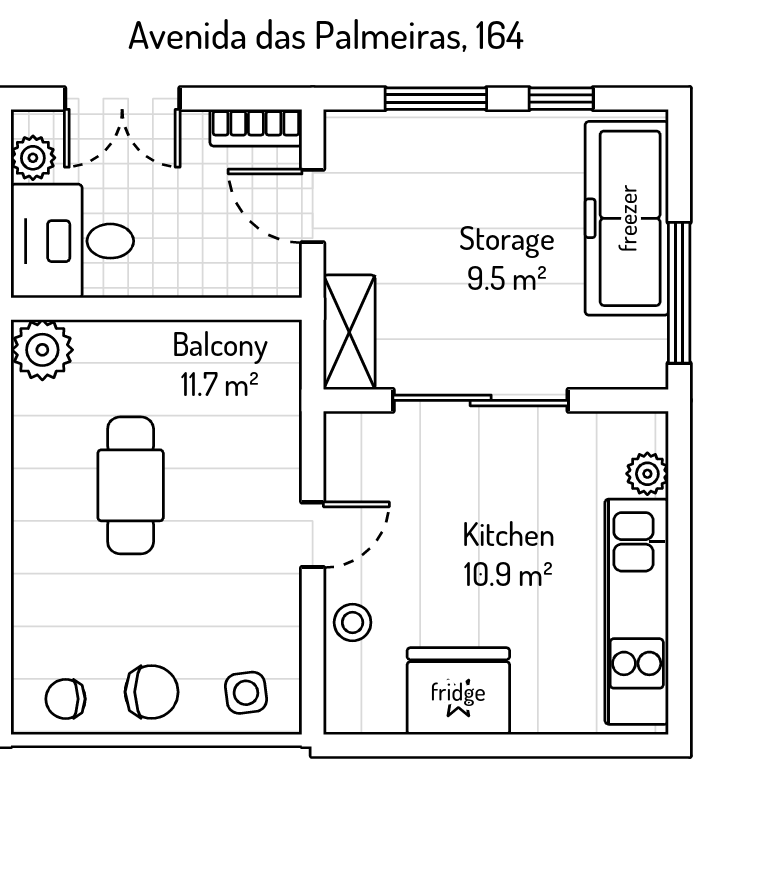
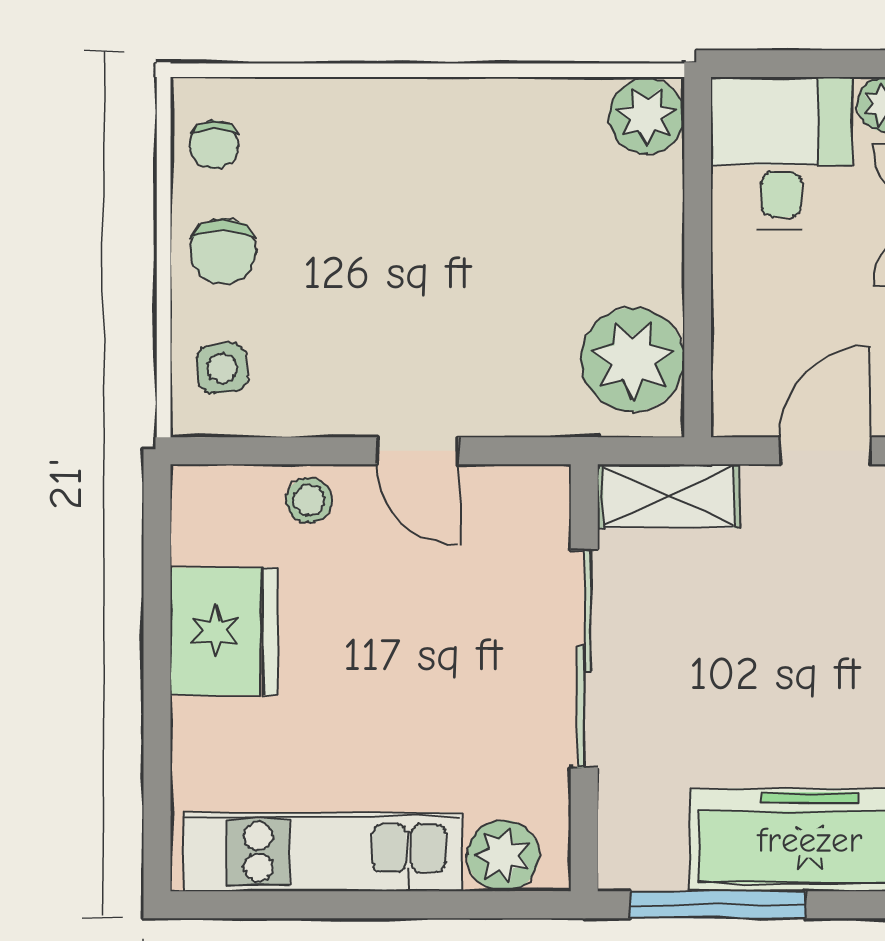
plant: (239, 361) -> (632, 360), added
plant: (647, 474) -> (503, 856), width x1.38, depth x1.38
cafe table: (131, 485) -> (479, 225), removed
chair: (66, 699) -> (214, 145), turned 180

